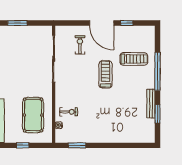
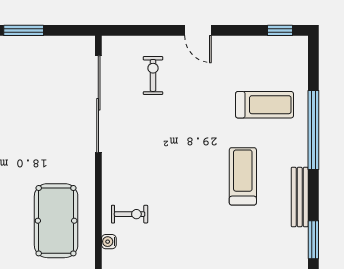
door: (102, 23) -> (198, 30), width x0.53
window: (127, 23) -> (280, 30), moved
treadmill: (105, 74) -> (243, 176), moved
window: (157, 114) -> (313, 240), moved

